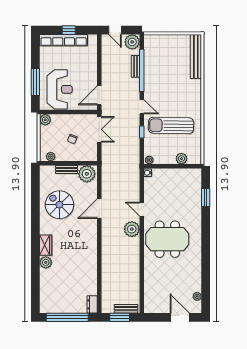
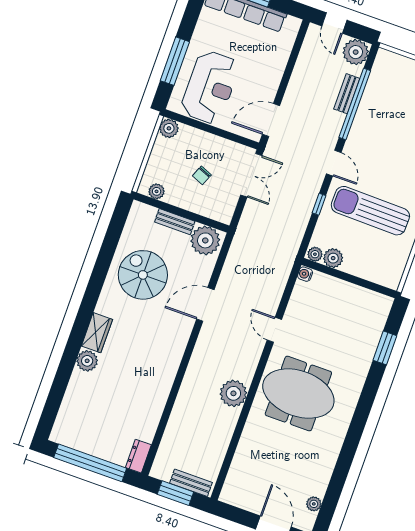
plant: (181, 159) -> (333, 258), moved
plant: (132, 229) -> (233, 393), moved

